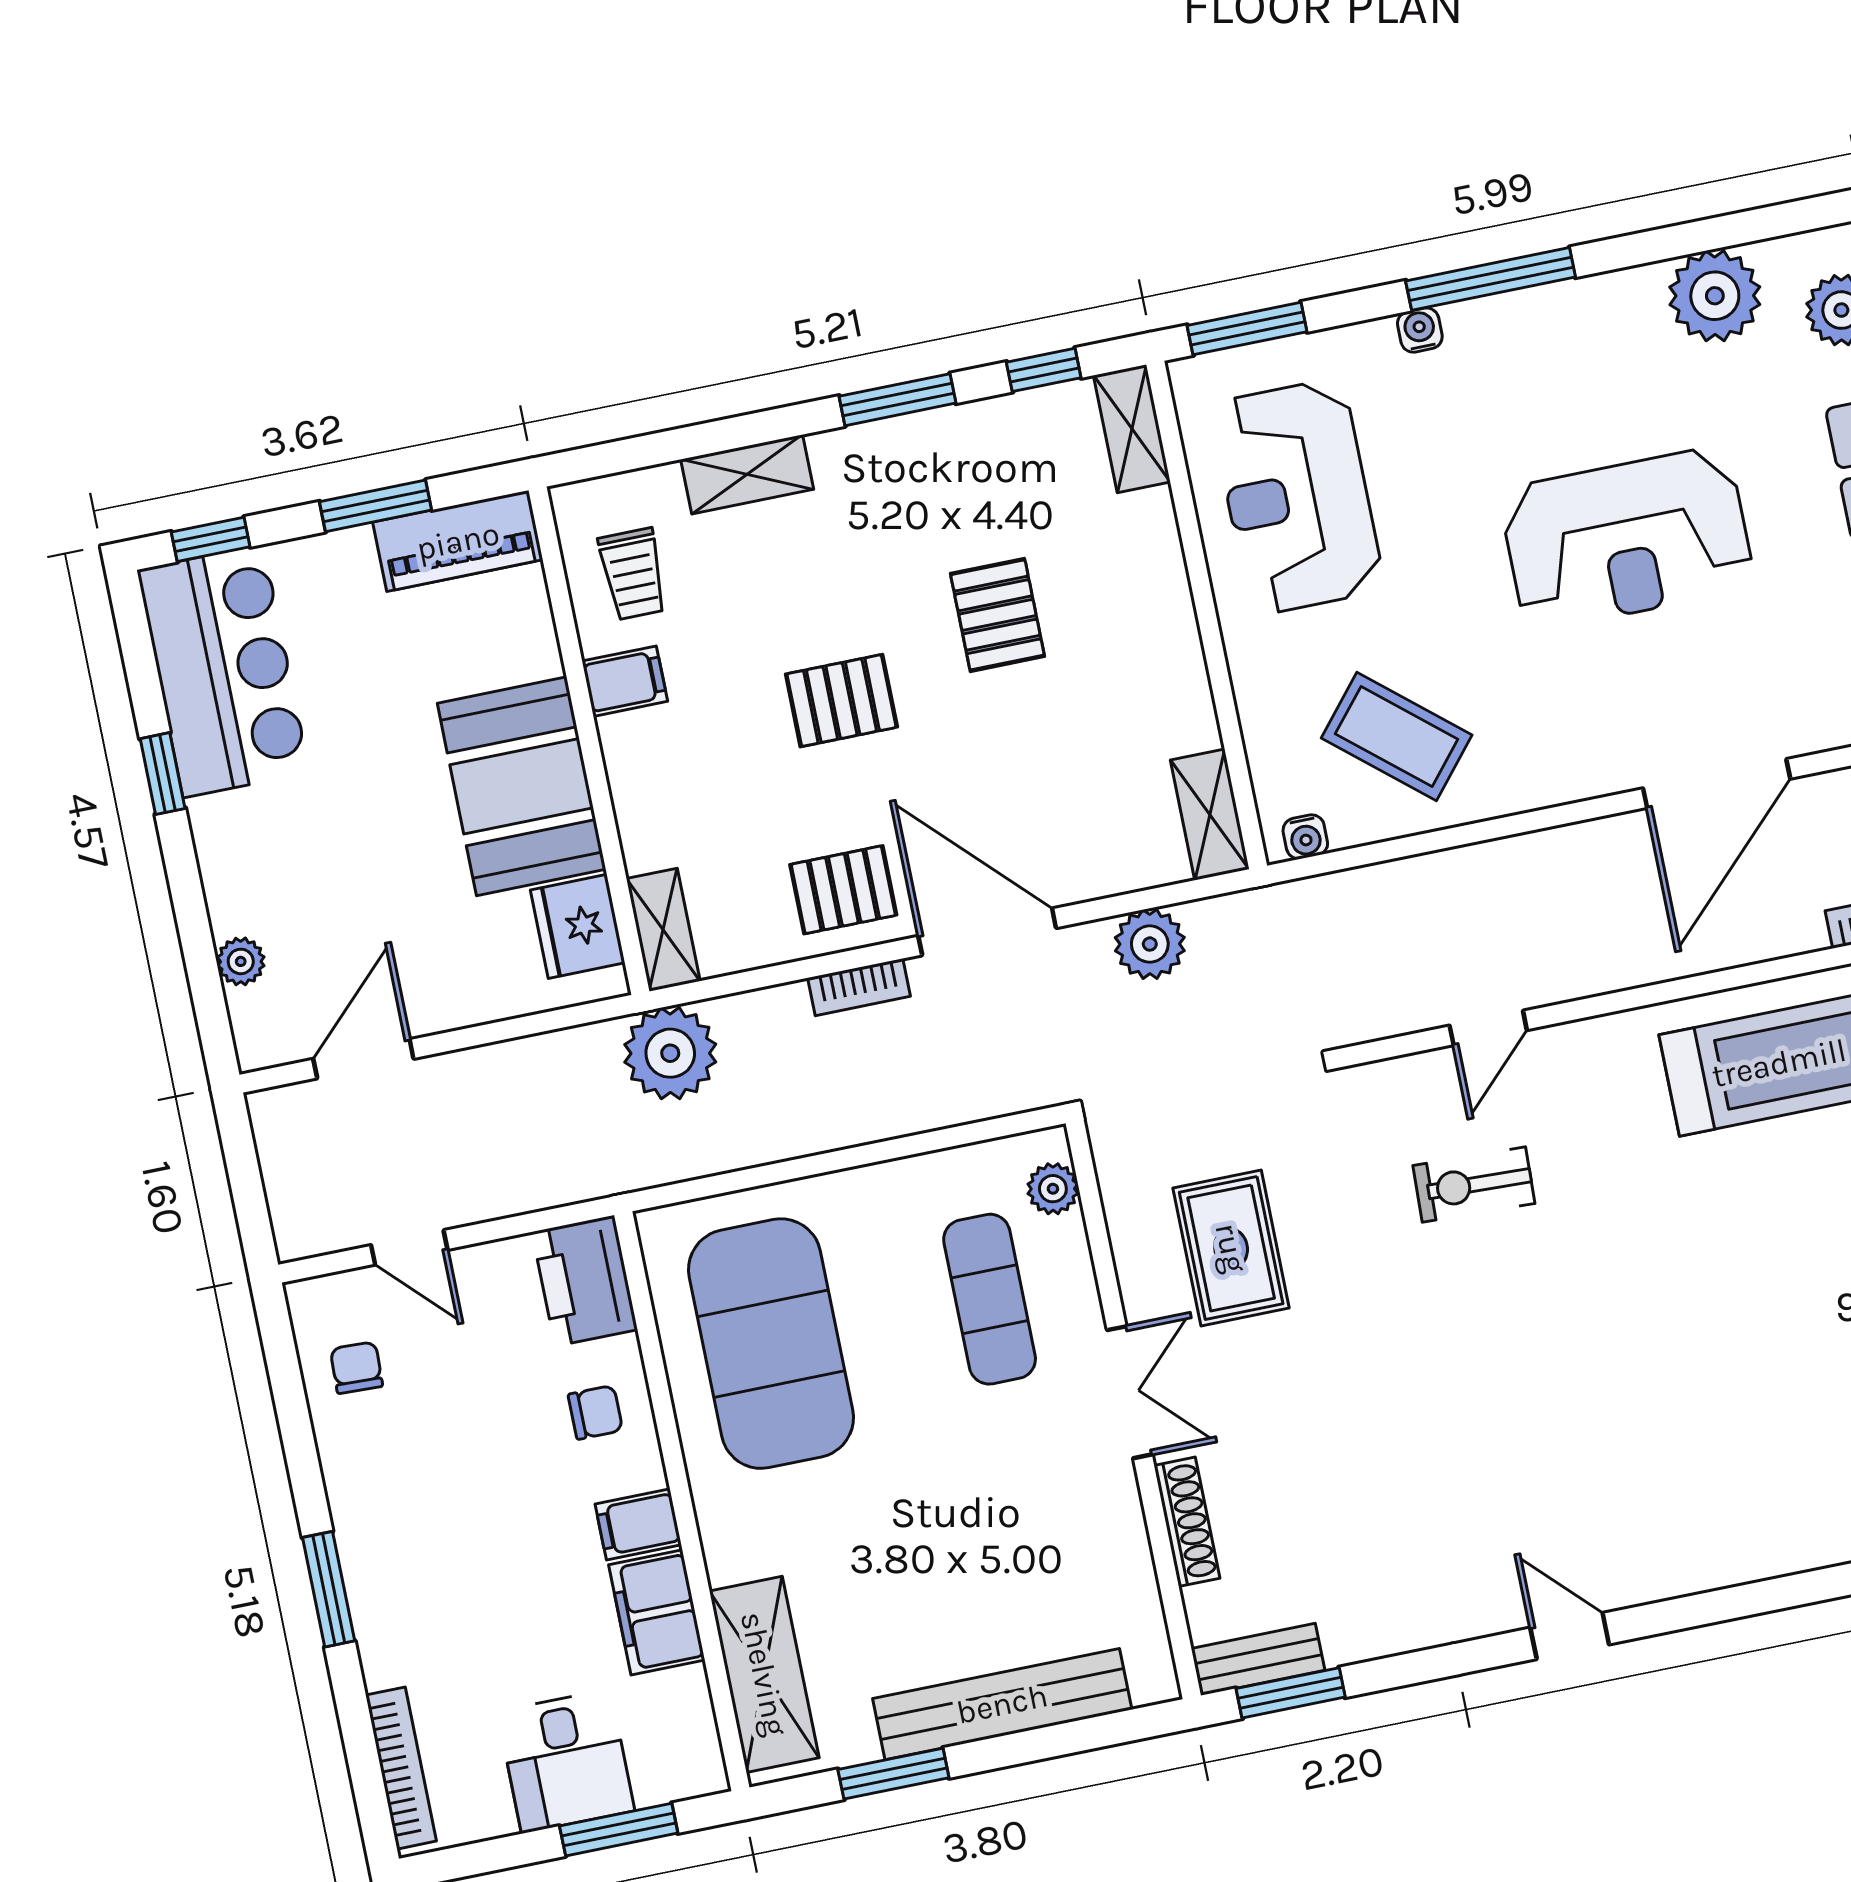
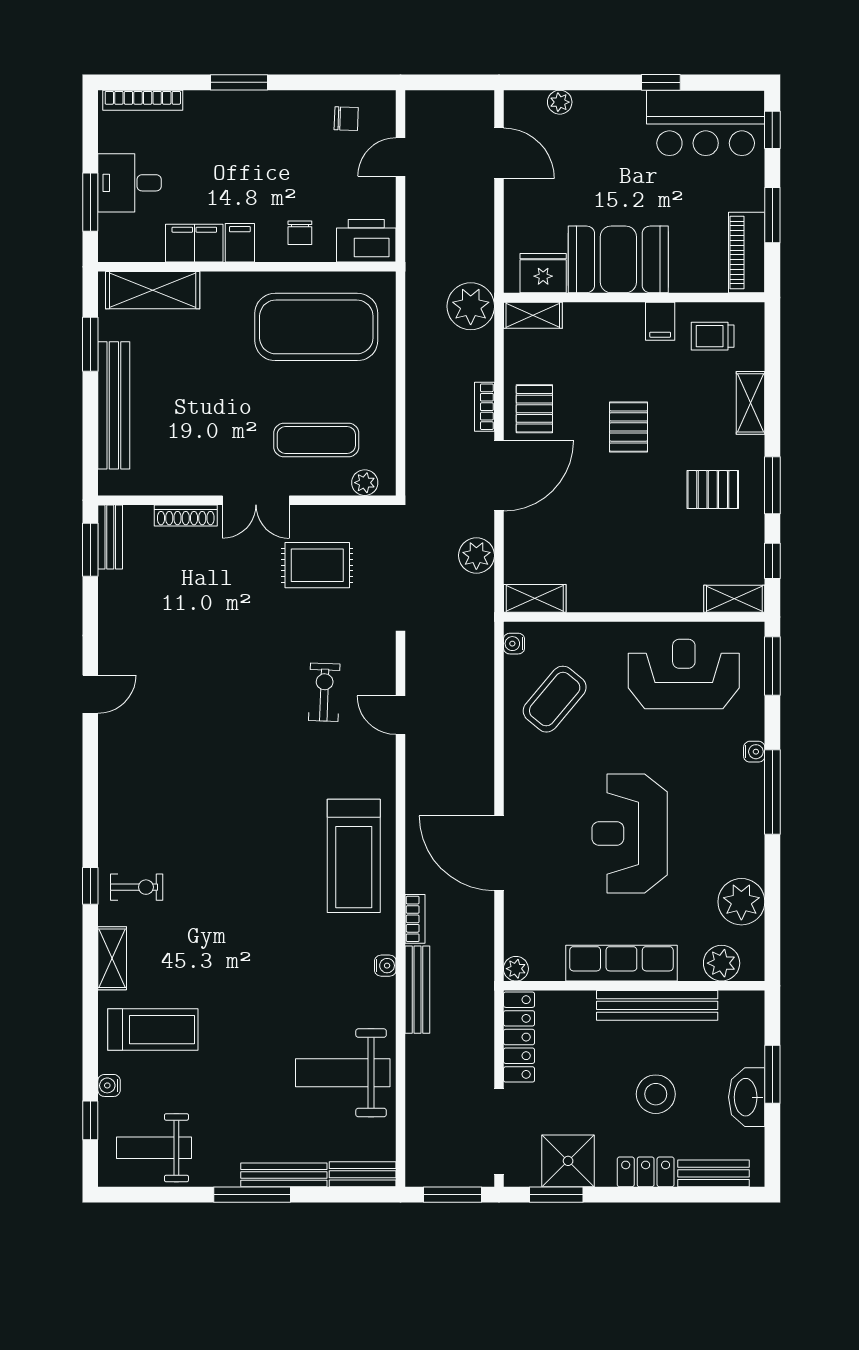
pallet: (997, 615) -> (713, 490), moved

